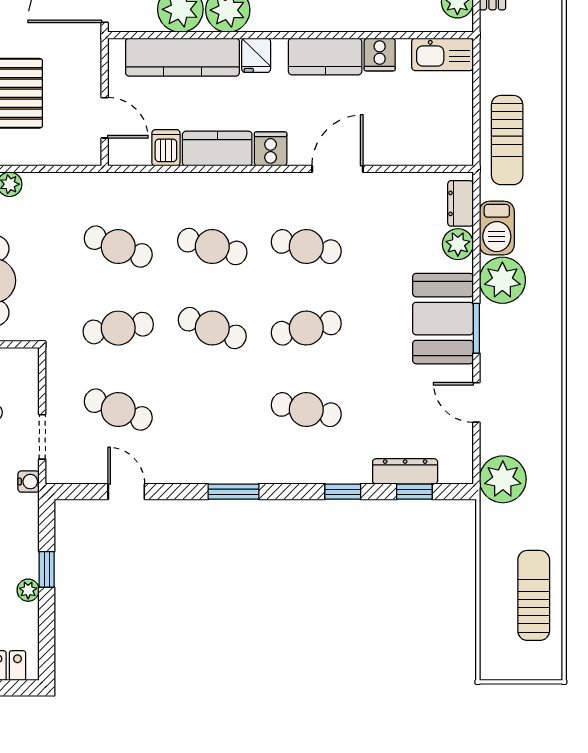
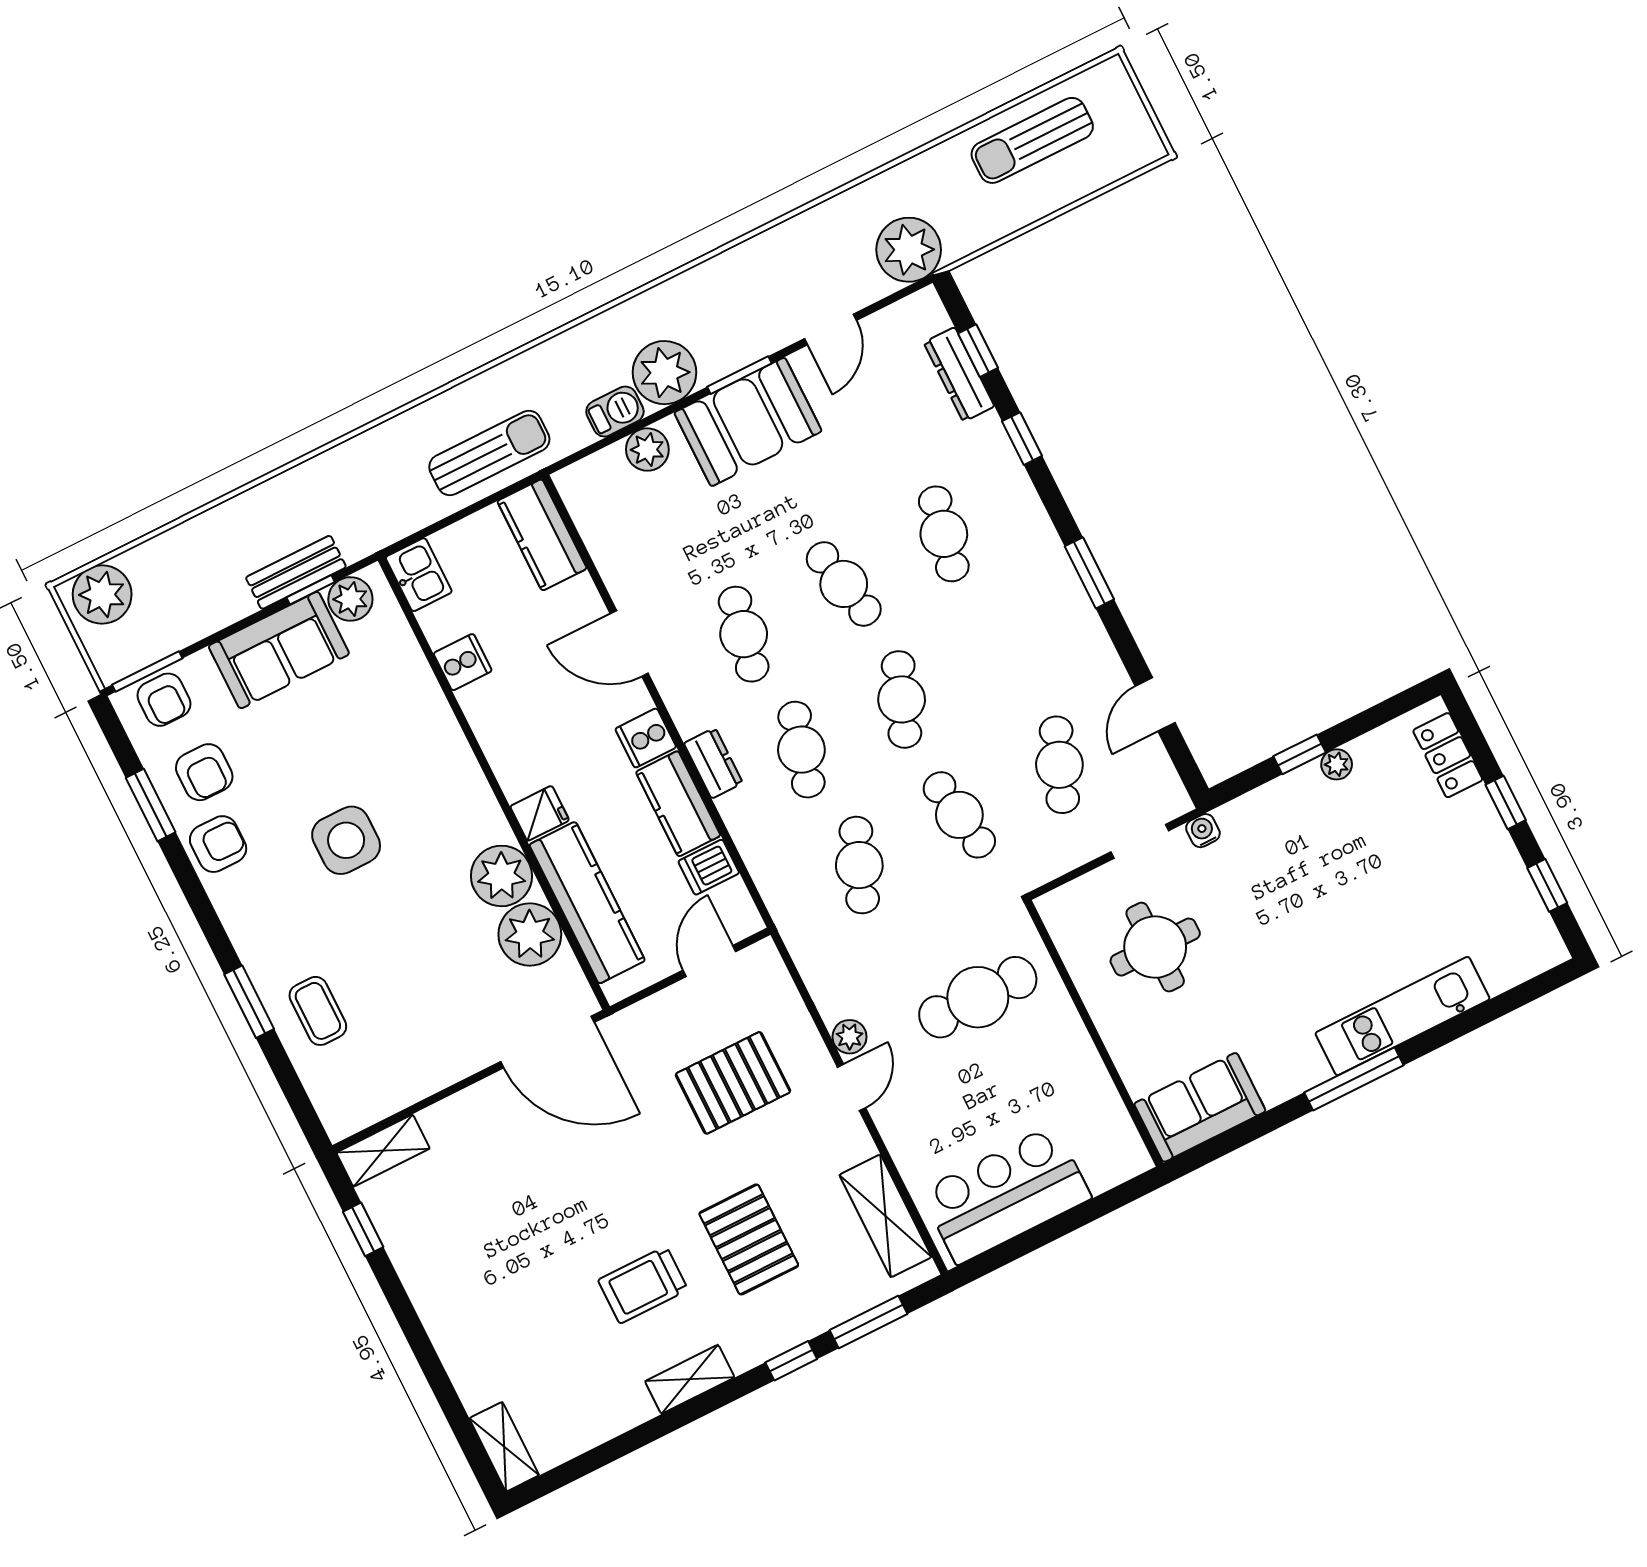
kitchen sink: (443, 54) -> (419, 575), width x0.73
kitchen counter: (325, 56) -> (542, 535), moved, turned 180
dresser: (461, 203) -> (713, 763), moved, turned -90
barbecue: (497, 228) -> (615, 412), width x0.73, depth x0.79

